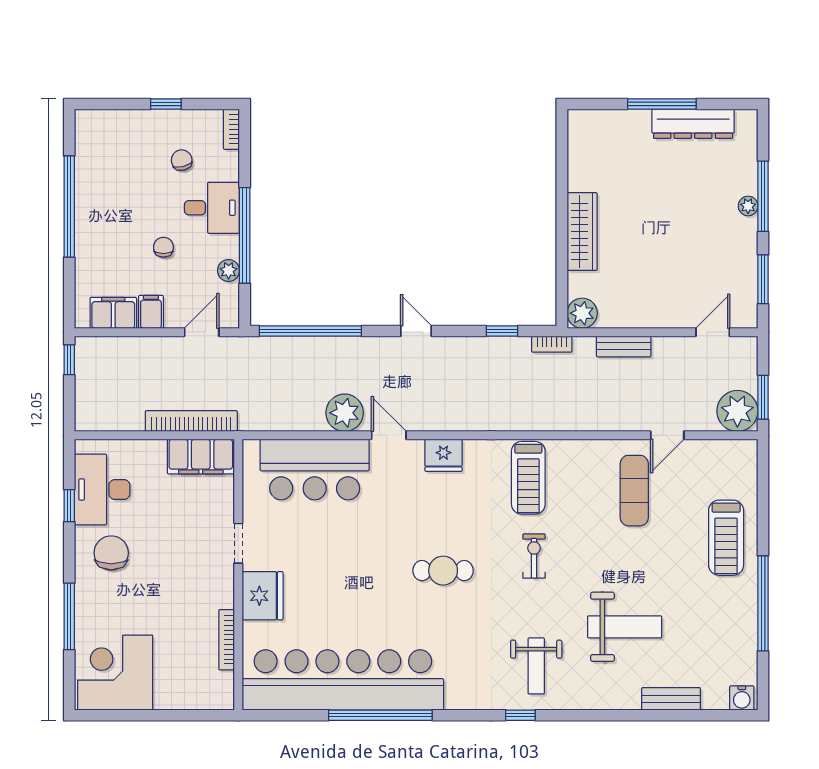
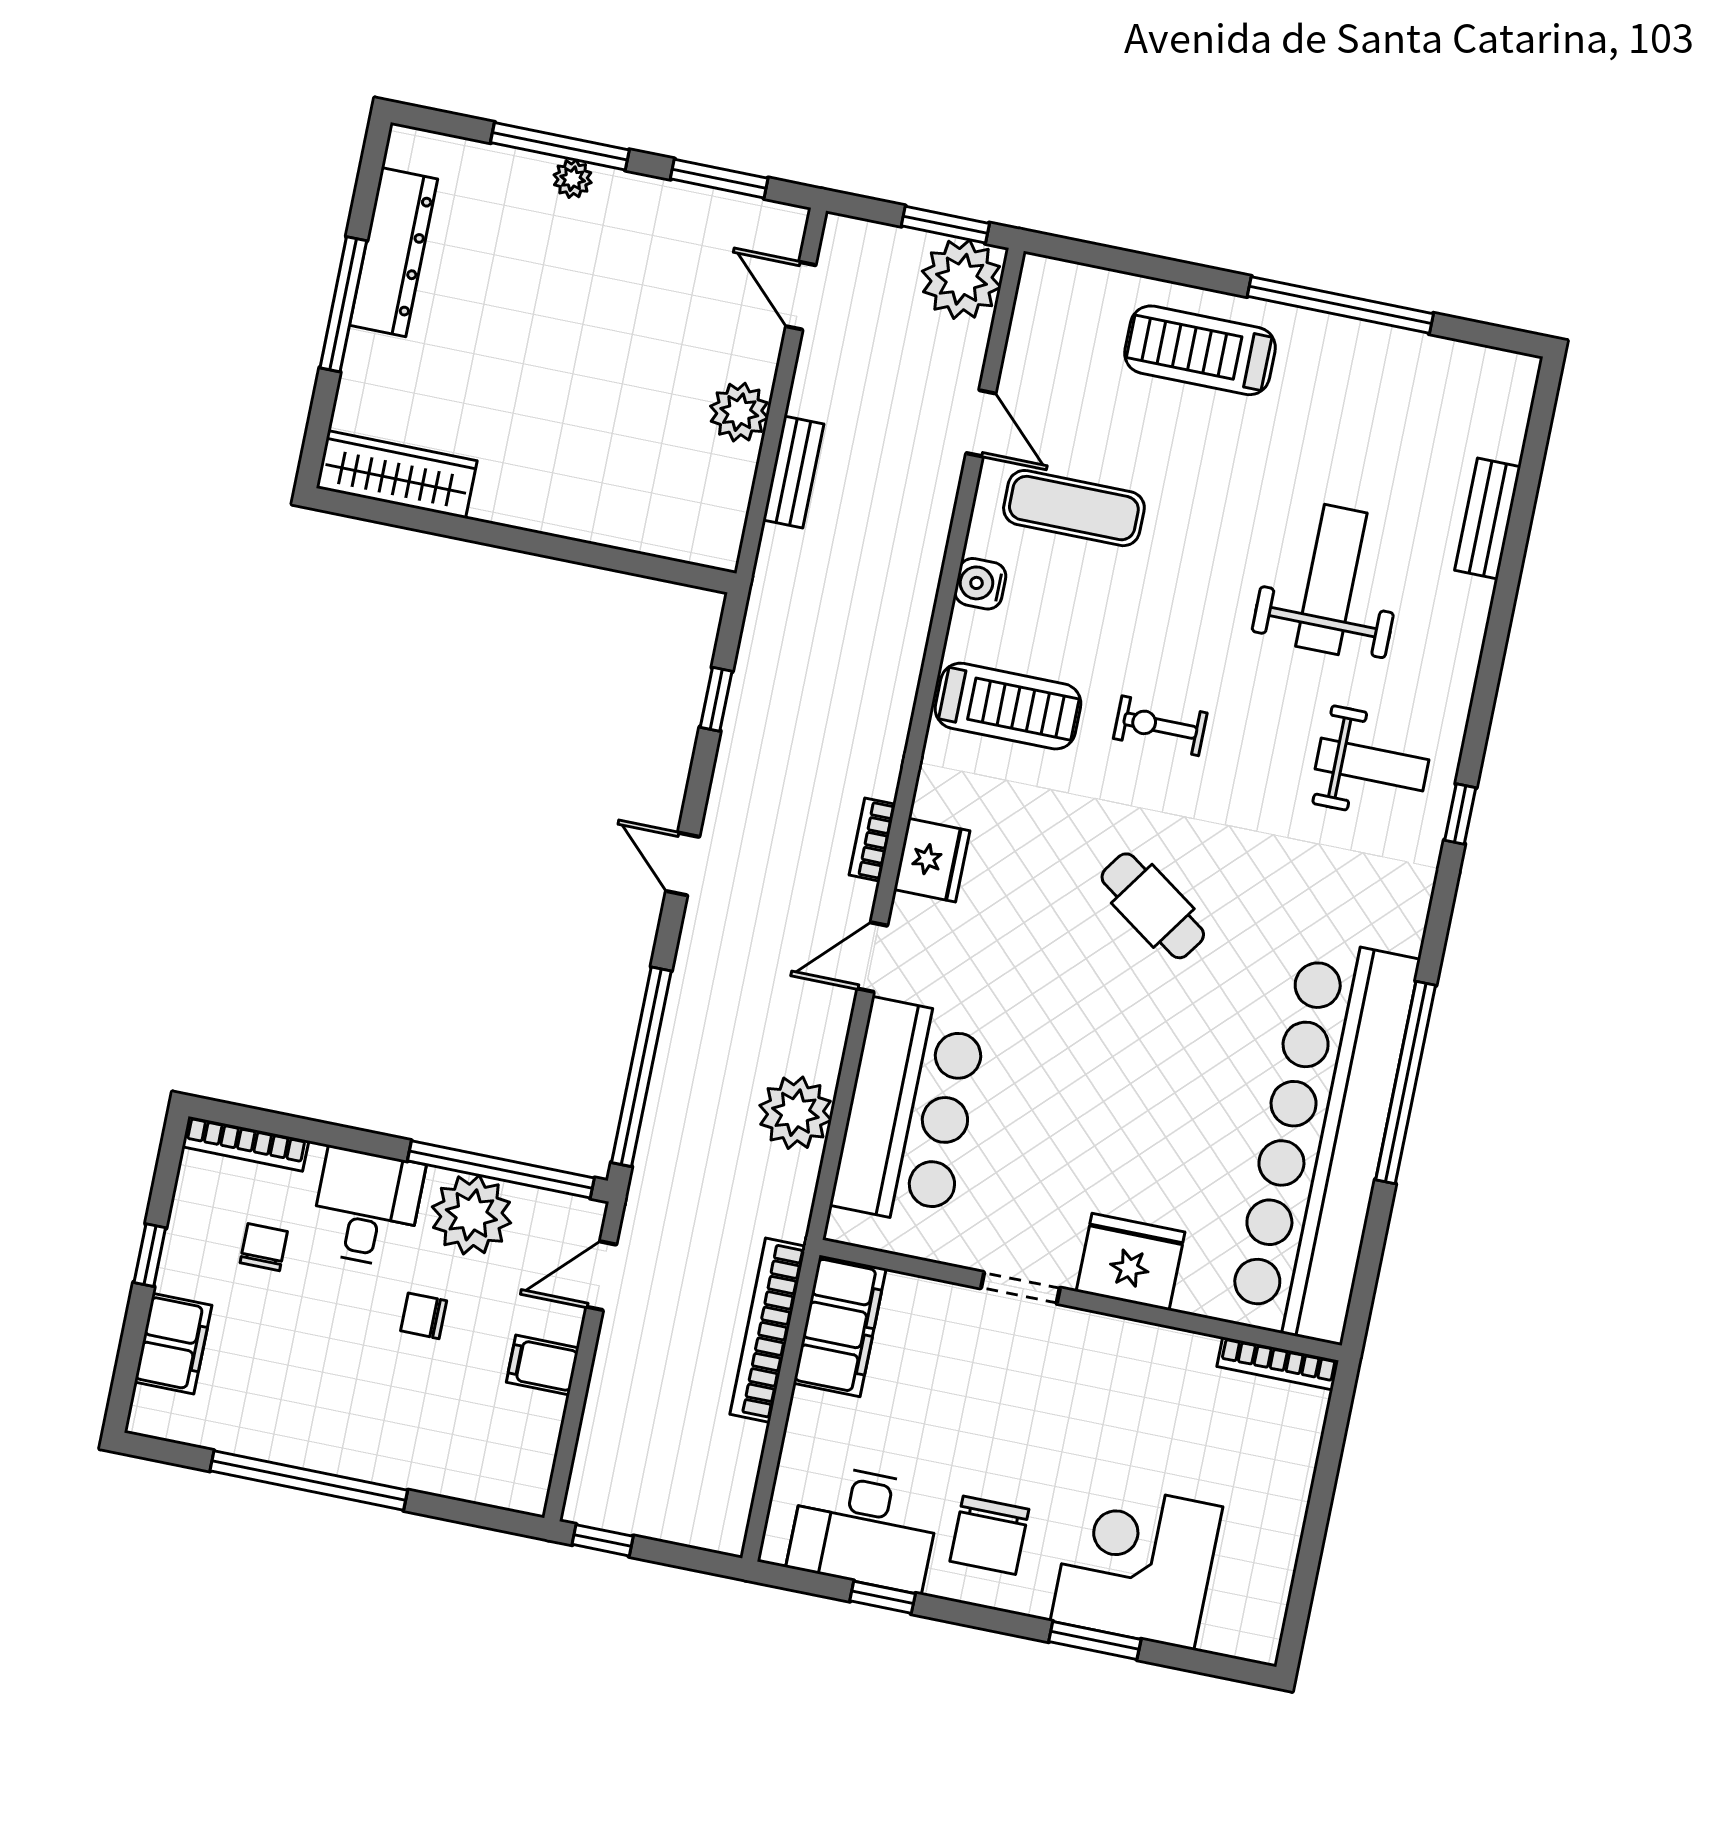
bookcase: (231, 129) -> (245, 1144), width x1.56
chair: (182, 160) -> (264, 1247), turned 104
wardrobe: (582, 232) -> (397, 474), moved
window: (245, 235) -> (501, 1169), moved
plant: (229, 270) -> (471, 1215), width x1.87, depth x1.87
filing cabinet: (113, 313) -> (173, 1344), moved, turned 180
plant: (582, 313) -> (739, 412), moved
door: (416, 331) -> (683, 864), hinge flipped
door: (202, 332) -> (601, 1276), hinge flipped
bookcase: (552, 344) -> (872, 840), moved, turned 180
plant: (345, 413) -> (795, 1113), moved
treadmill: (726, 538) -> (1200, 350), turned 180
chair: (111, 553) -> (989, 1535), turned -90
cafe table: (443, 571) -> (1153, 906), turned -55
window: (69, 616) -> (1095, 1640), width x0.69
bookcase: (227, 640) -> (1278, 1364), moved
corner desk: (115, 673) -> (1136, 1564), moved, turned 90
water cooler: (742, 698) -> (980, 584), moved, turned 180

